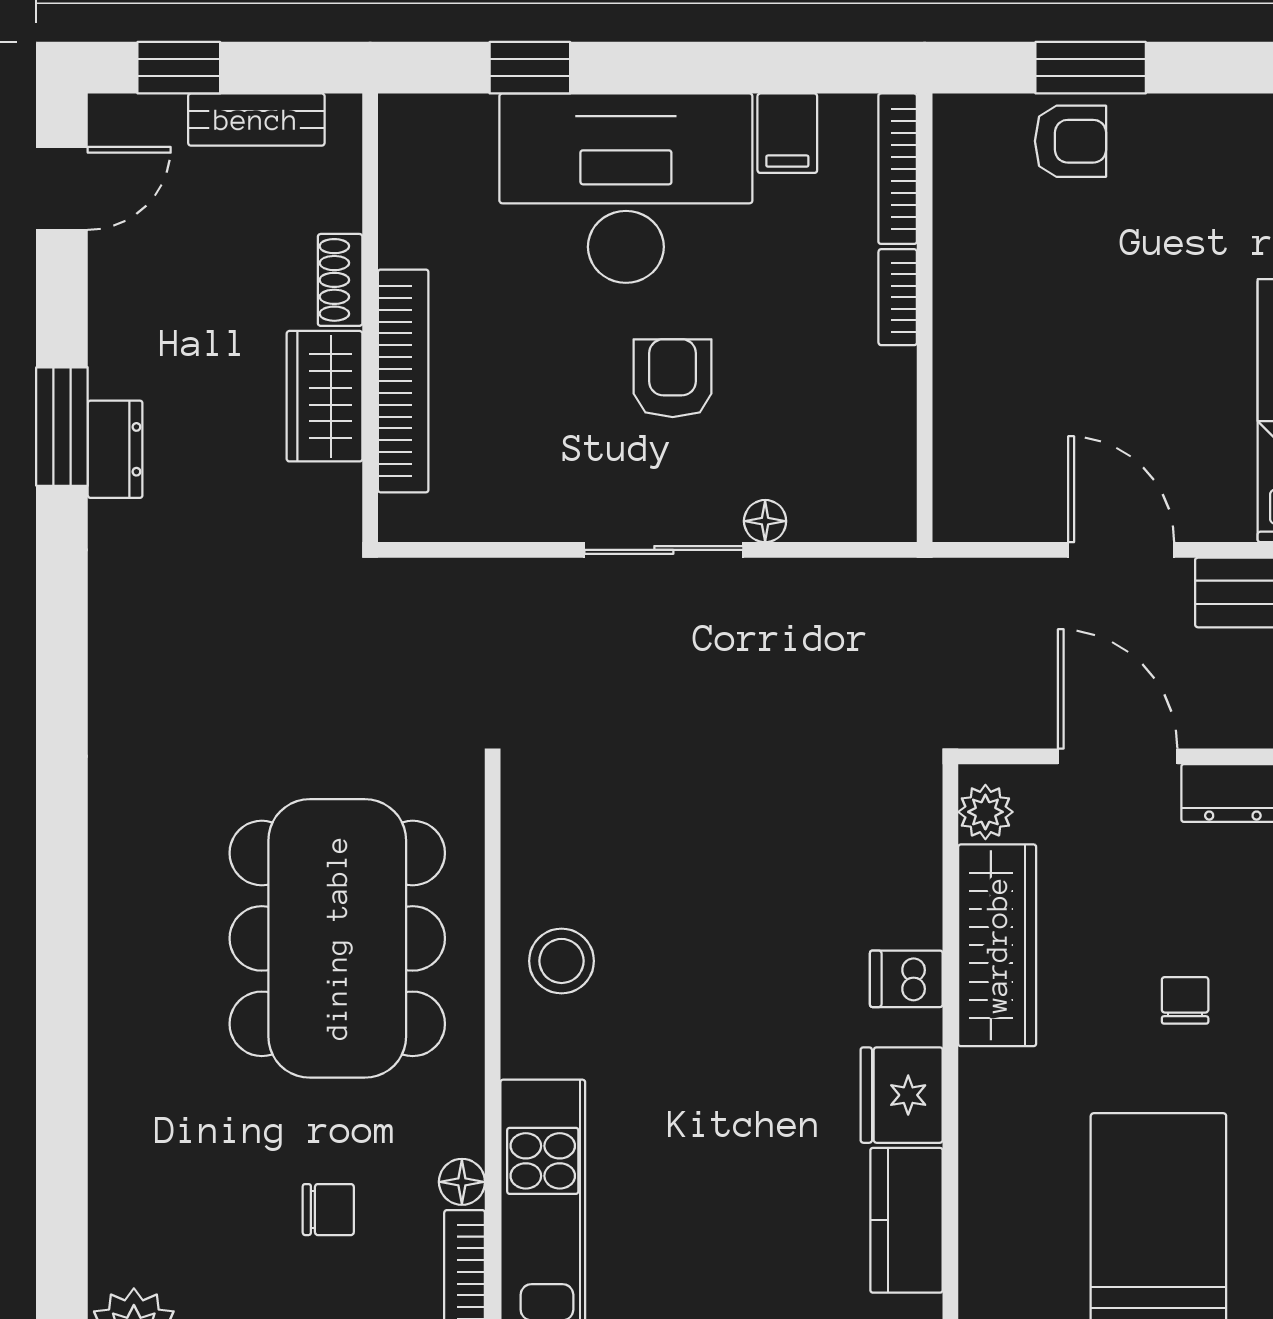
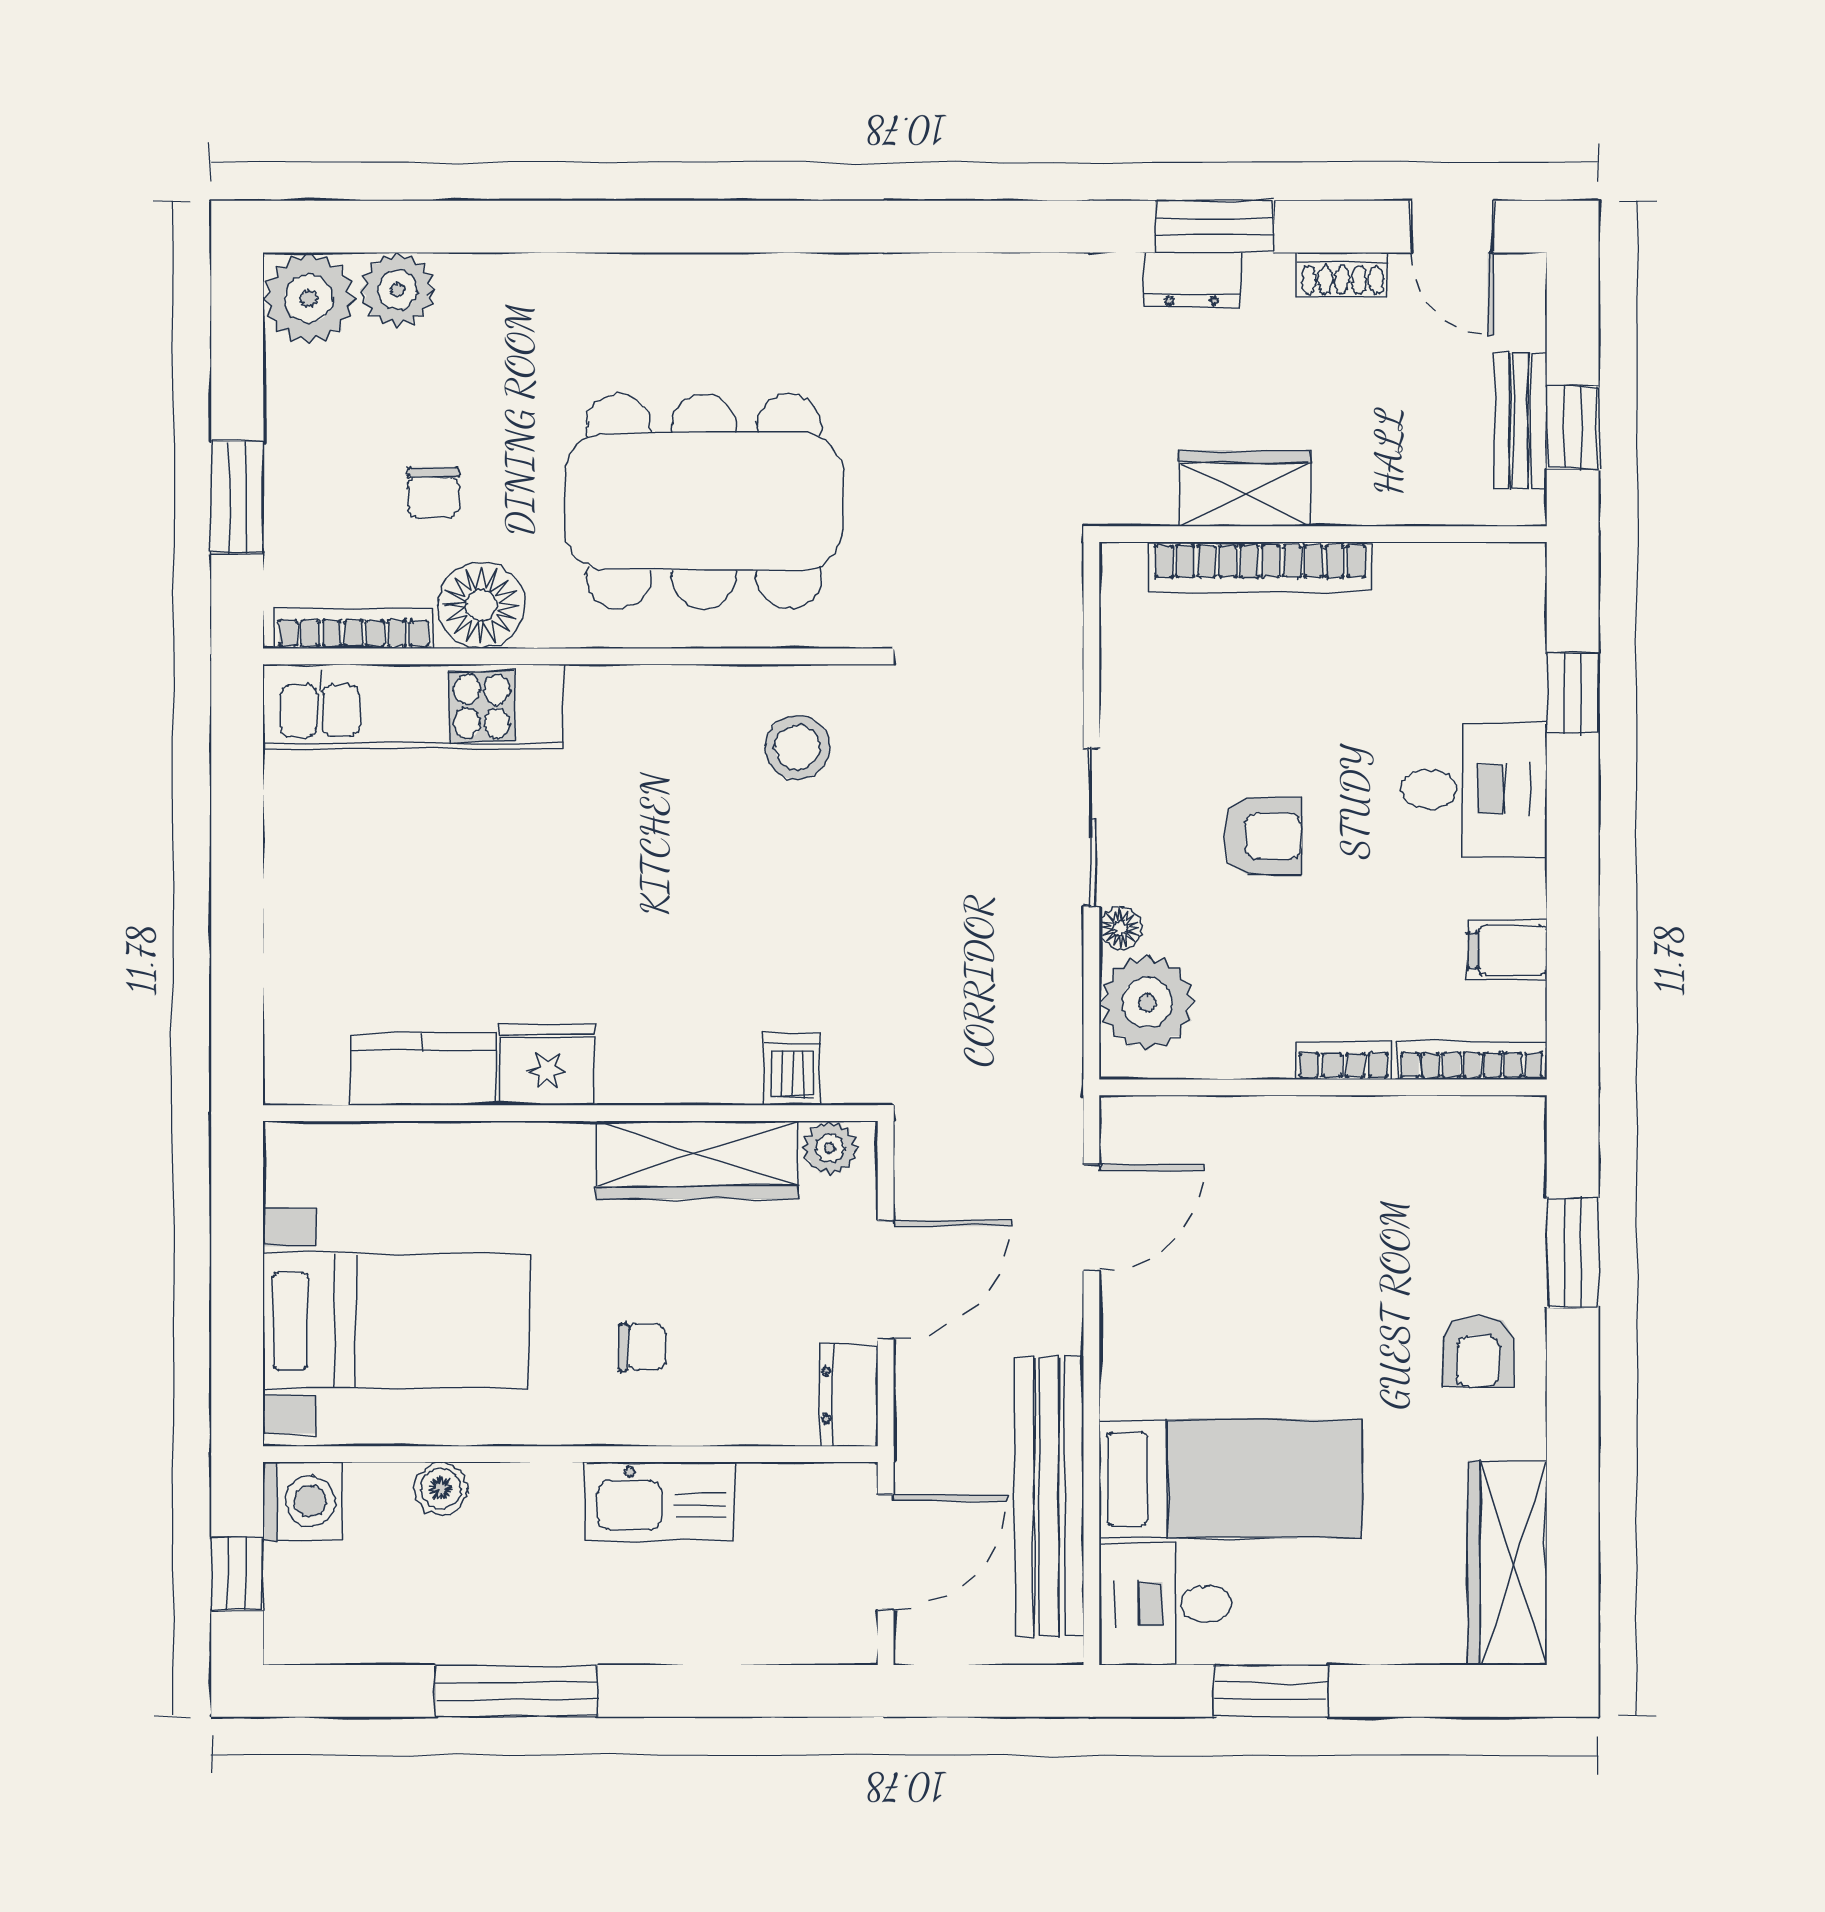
window: (179, 68) -> (1573, 427), moved
armchair: (1071, 141) -> (1478, 1351), moved
desk: (626, 188) -> (1474, 789), width x0.53, depth x0.77
shoe rack: (340, 280) -> (1342, 275), moved, turned 180
plant: (840, 494) -> (1147, 1002), added
door: (1121, 550) -> (1091, 1218), moved
stool: (562, 961) -> (797, 747), moved
dishwasher: (906, 979) -> (792, 1069), moved
floor lamp: (462, 1182) -> (481, 605), width x1.89, depth x1.89
plant: (125, 1246) -> (397, 290), added

